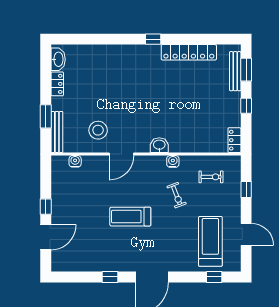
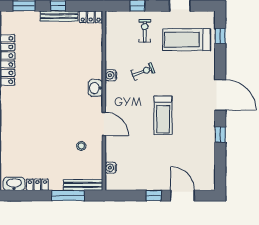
bench: (235, 71) -> (59, 16), moved
window: (46, 116) -> (68, 196), width x1.44
stool: (98, 130) -> (81, 146), width x0.53, depth x0.53
exercise bike: (211, 177) -> (145, 31), moved

